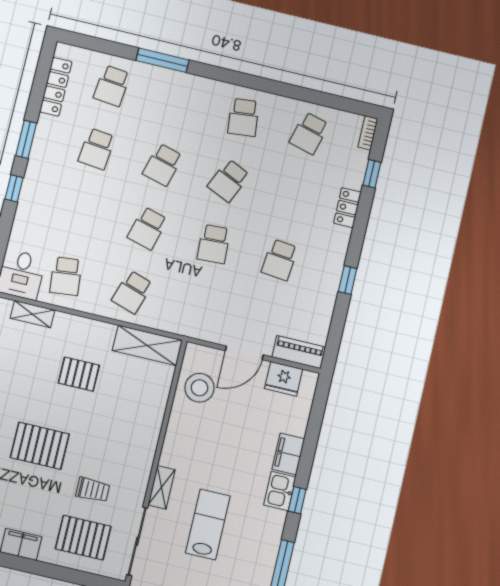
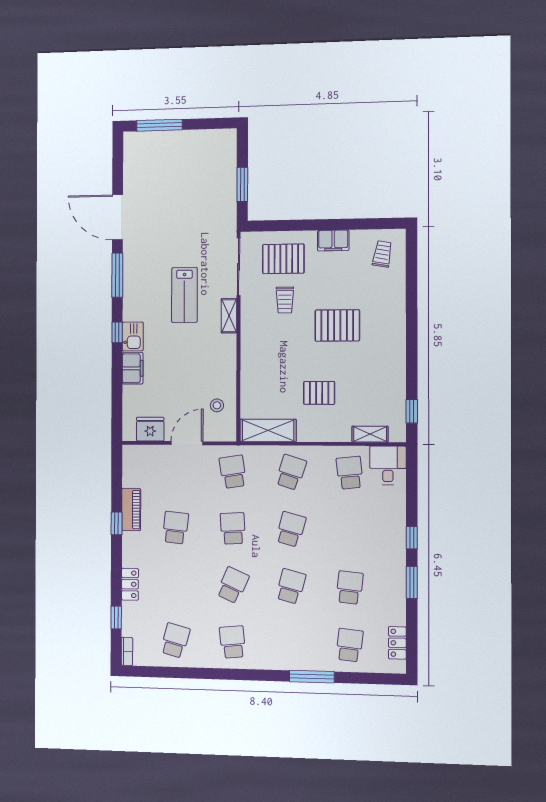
locker: (56, 87) -> (397, 643), width x0.66
school desk: (199, 308) -> (233, 472), added
piano: (299, 352) -> (131, 510), moved, turned -90
stool: (200, 388) -> (217, 405), width x0.53, depth x0.53
trolley: (93, 490) -> (285, 300), turned -90

